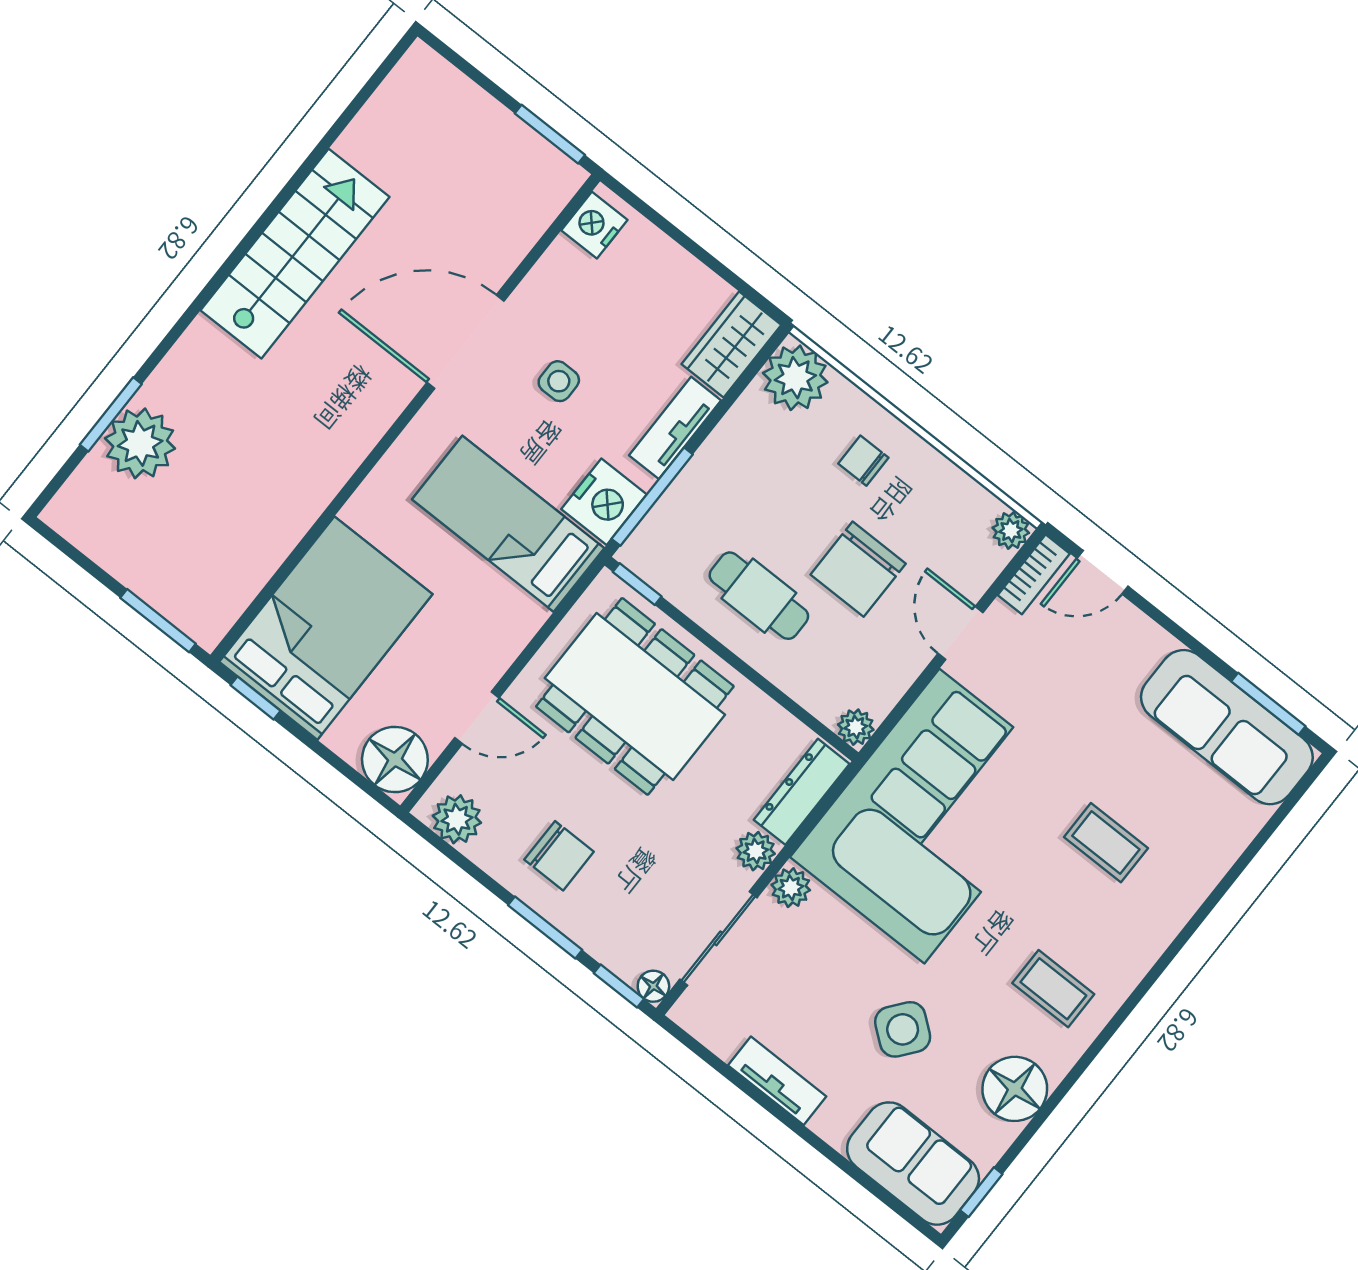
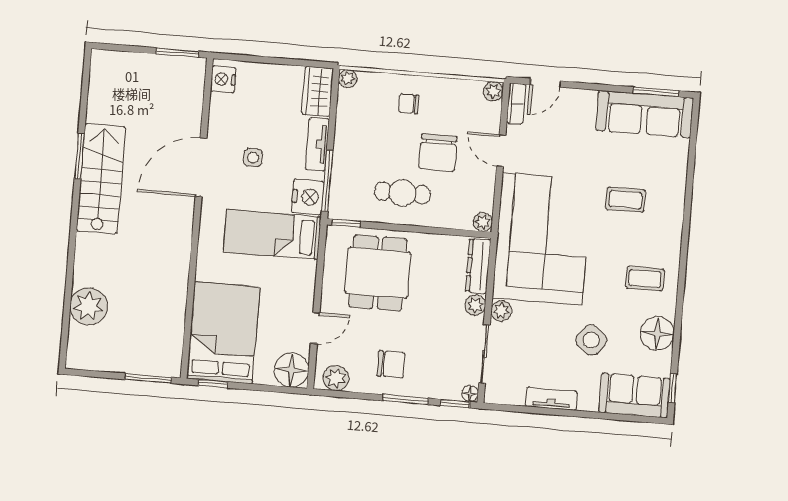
plant: (795, 378) -> (348, 79), width x0.53, depth x0.53
window: (111, 414) -> (79, 156), moved
dining table: (635, 696) -> (378, 273), width x0.73

